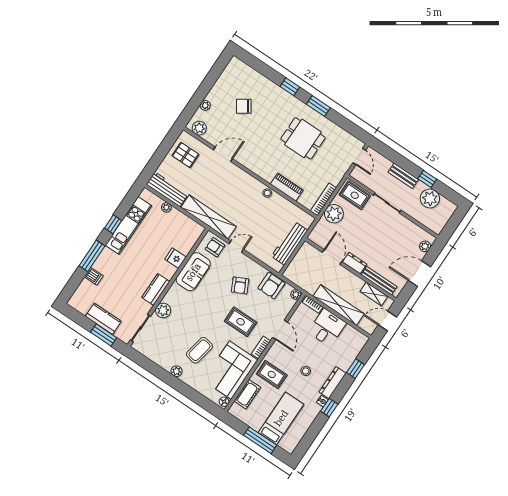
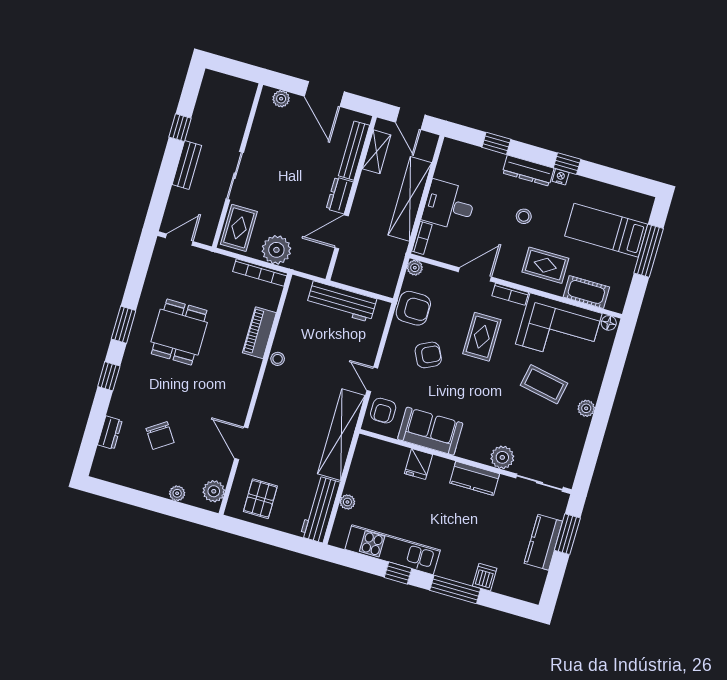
dresser: (255, 76) -> (110, 433), added
plant: (430, 198) -> (208, 114), removed
rug: (272, 374) -> (545, 265), turned 90

